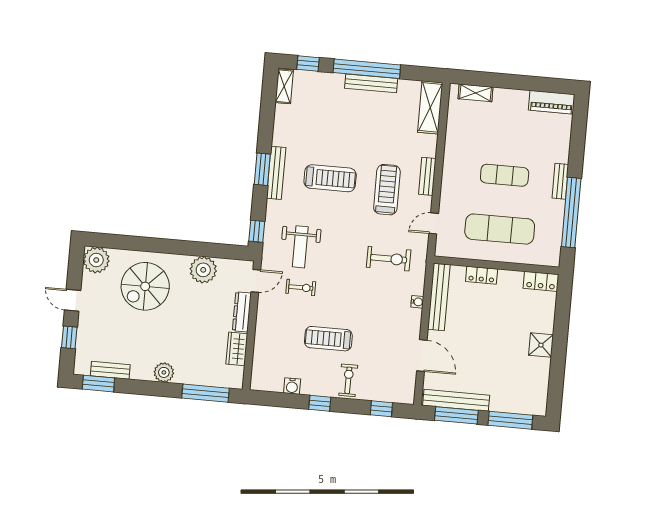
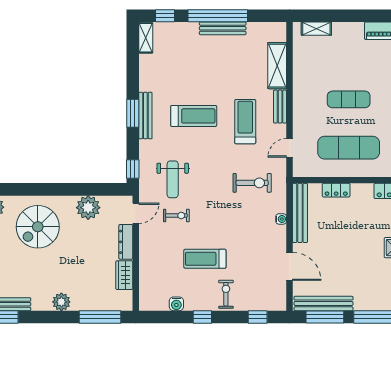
shelving: (430, 107) -> (277, 66), moved

